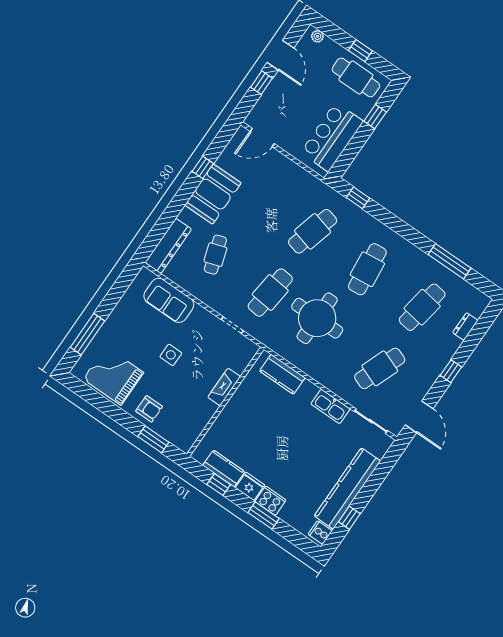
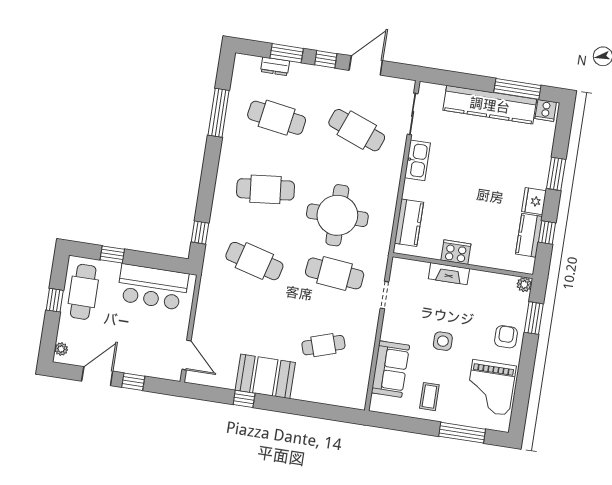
dresser: (168, 246) -> (337, 396), removed
coffee table: (130, 322) -> (429, 397), added
window: (471, 341) -> (287, 53), added
door: (419, 417) -> (366, 65), moved
plant: (185, 445) -> (524, 285), added
cooker: (270, 501) -> (456, 252), moved, turned 90
window: (349, 518) -> (517, 89), width x2.17

